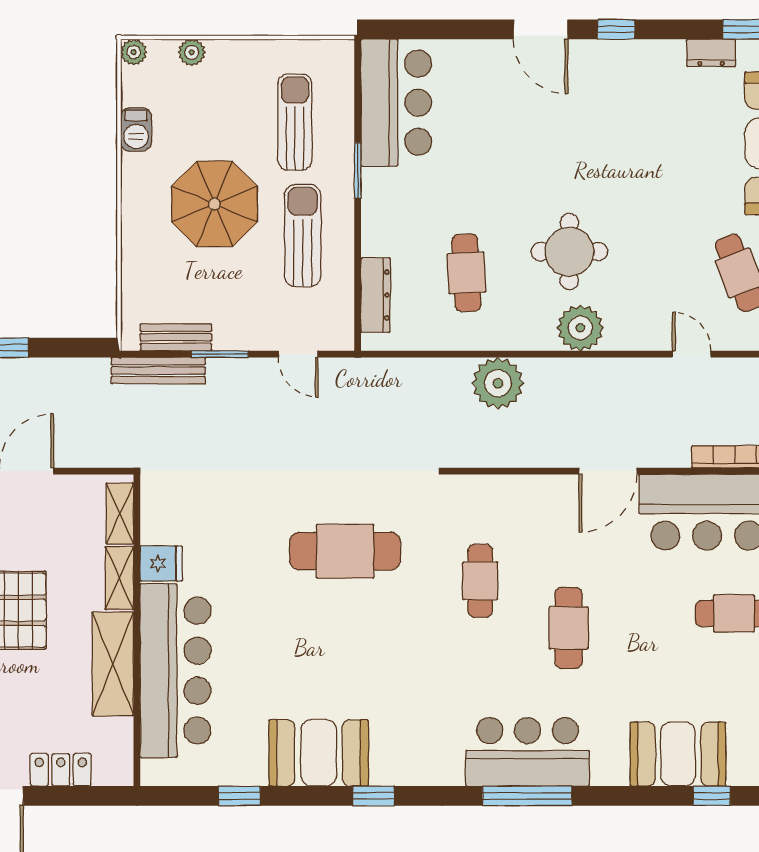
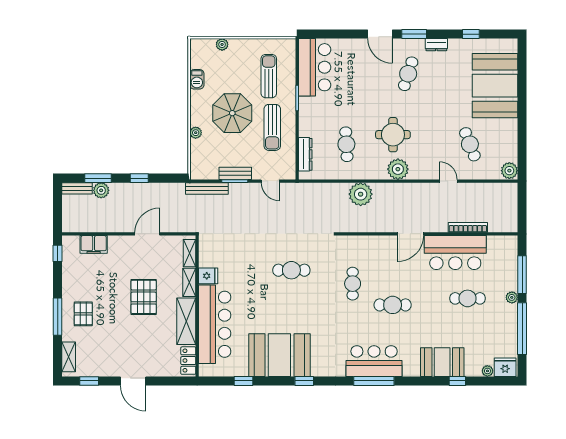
window: (616, 29) -> (414, 34), width x1.50
plant: (134, 52) -> (196, 133), moved
dresser: (711, 53) -> (436, 45), moved
cafe table: (603, 117) -> (408, 74), added
sun lounger: (303, 236) -> (272, 127), turned 180
bench: (176, 337) -> (235, 173), moved
cafe table: (345, 551) -> (291, 270), width x0.73, depth x0.74
cafe table: (569, 628) -> (393, 305), turned 90
booth: (319, 753) -> (279, 355), width x1.36, depth x1.42
locker: (61, 770) -> (188, 361), moved, turned -90

